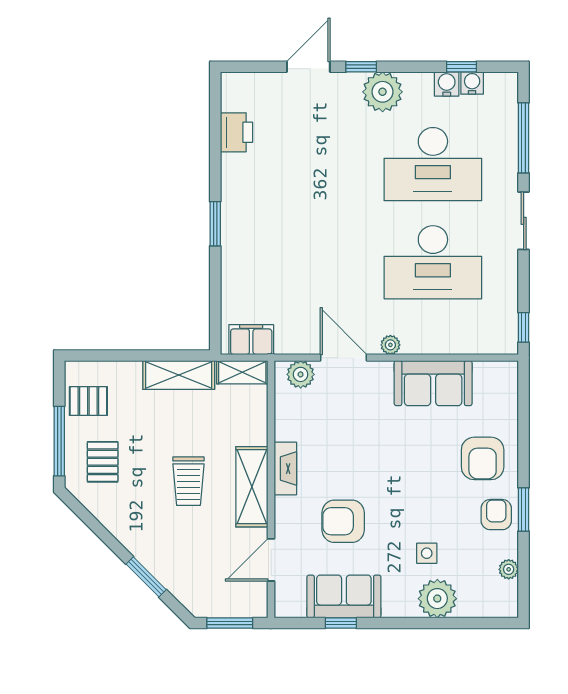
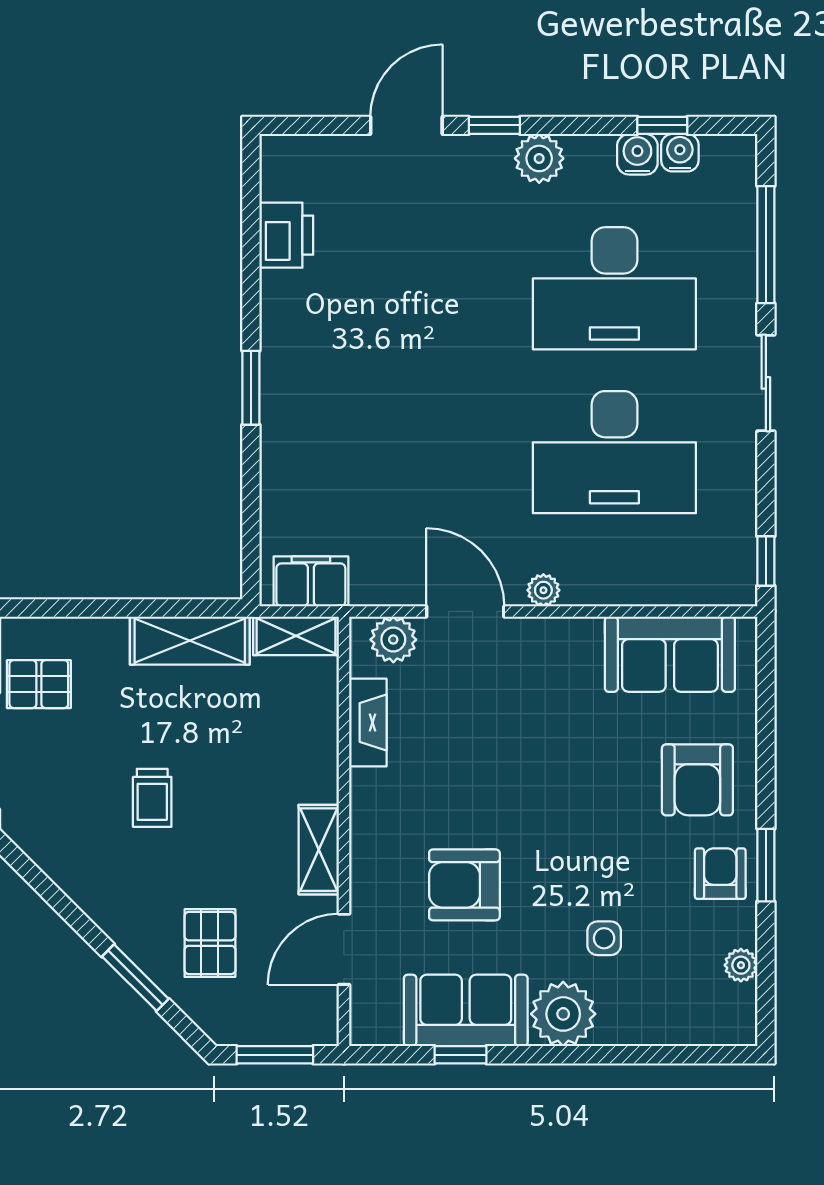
plant: (383, 92) -> (539, 158), width x0.73, depth x0.73
sofa: (433, 383) -> (670, 654), moved
pallet: (103, 462) -> (210, 943), moved
fireplace: (285, 469) -> (368, 723), moved
trolley: (188, 481) -> (152, 798), moved, width x0.73, depth x0.72
shelving: (252, 487) -> (319, 850), width x0.67, depth x0.75
plant: (437, 599) -> (563, 1014), moved

